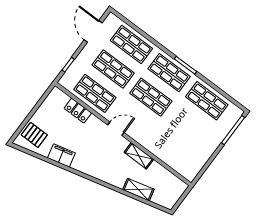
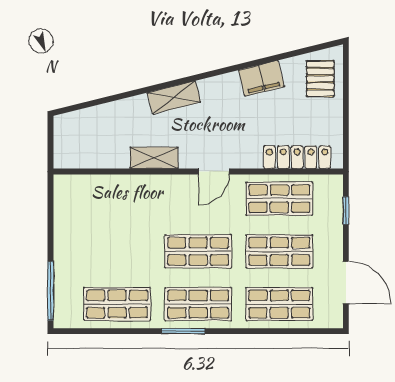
locker: (78, 111) -> (297, 157), width x1.53
pallet: (34, 135) -> (320, 79), turned 90
shelving: (138, 190) -> (174, 97), moved

